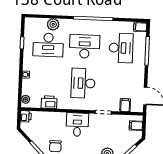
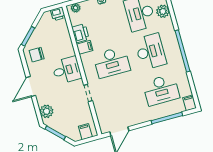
desk: (83, 83) -> (112, 62), turned 180
filing cabinet: (125, 105) -> (85, 47), moved

